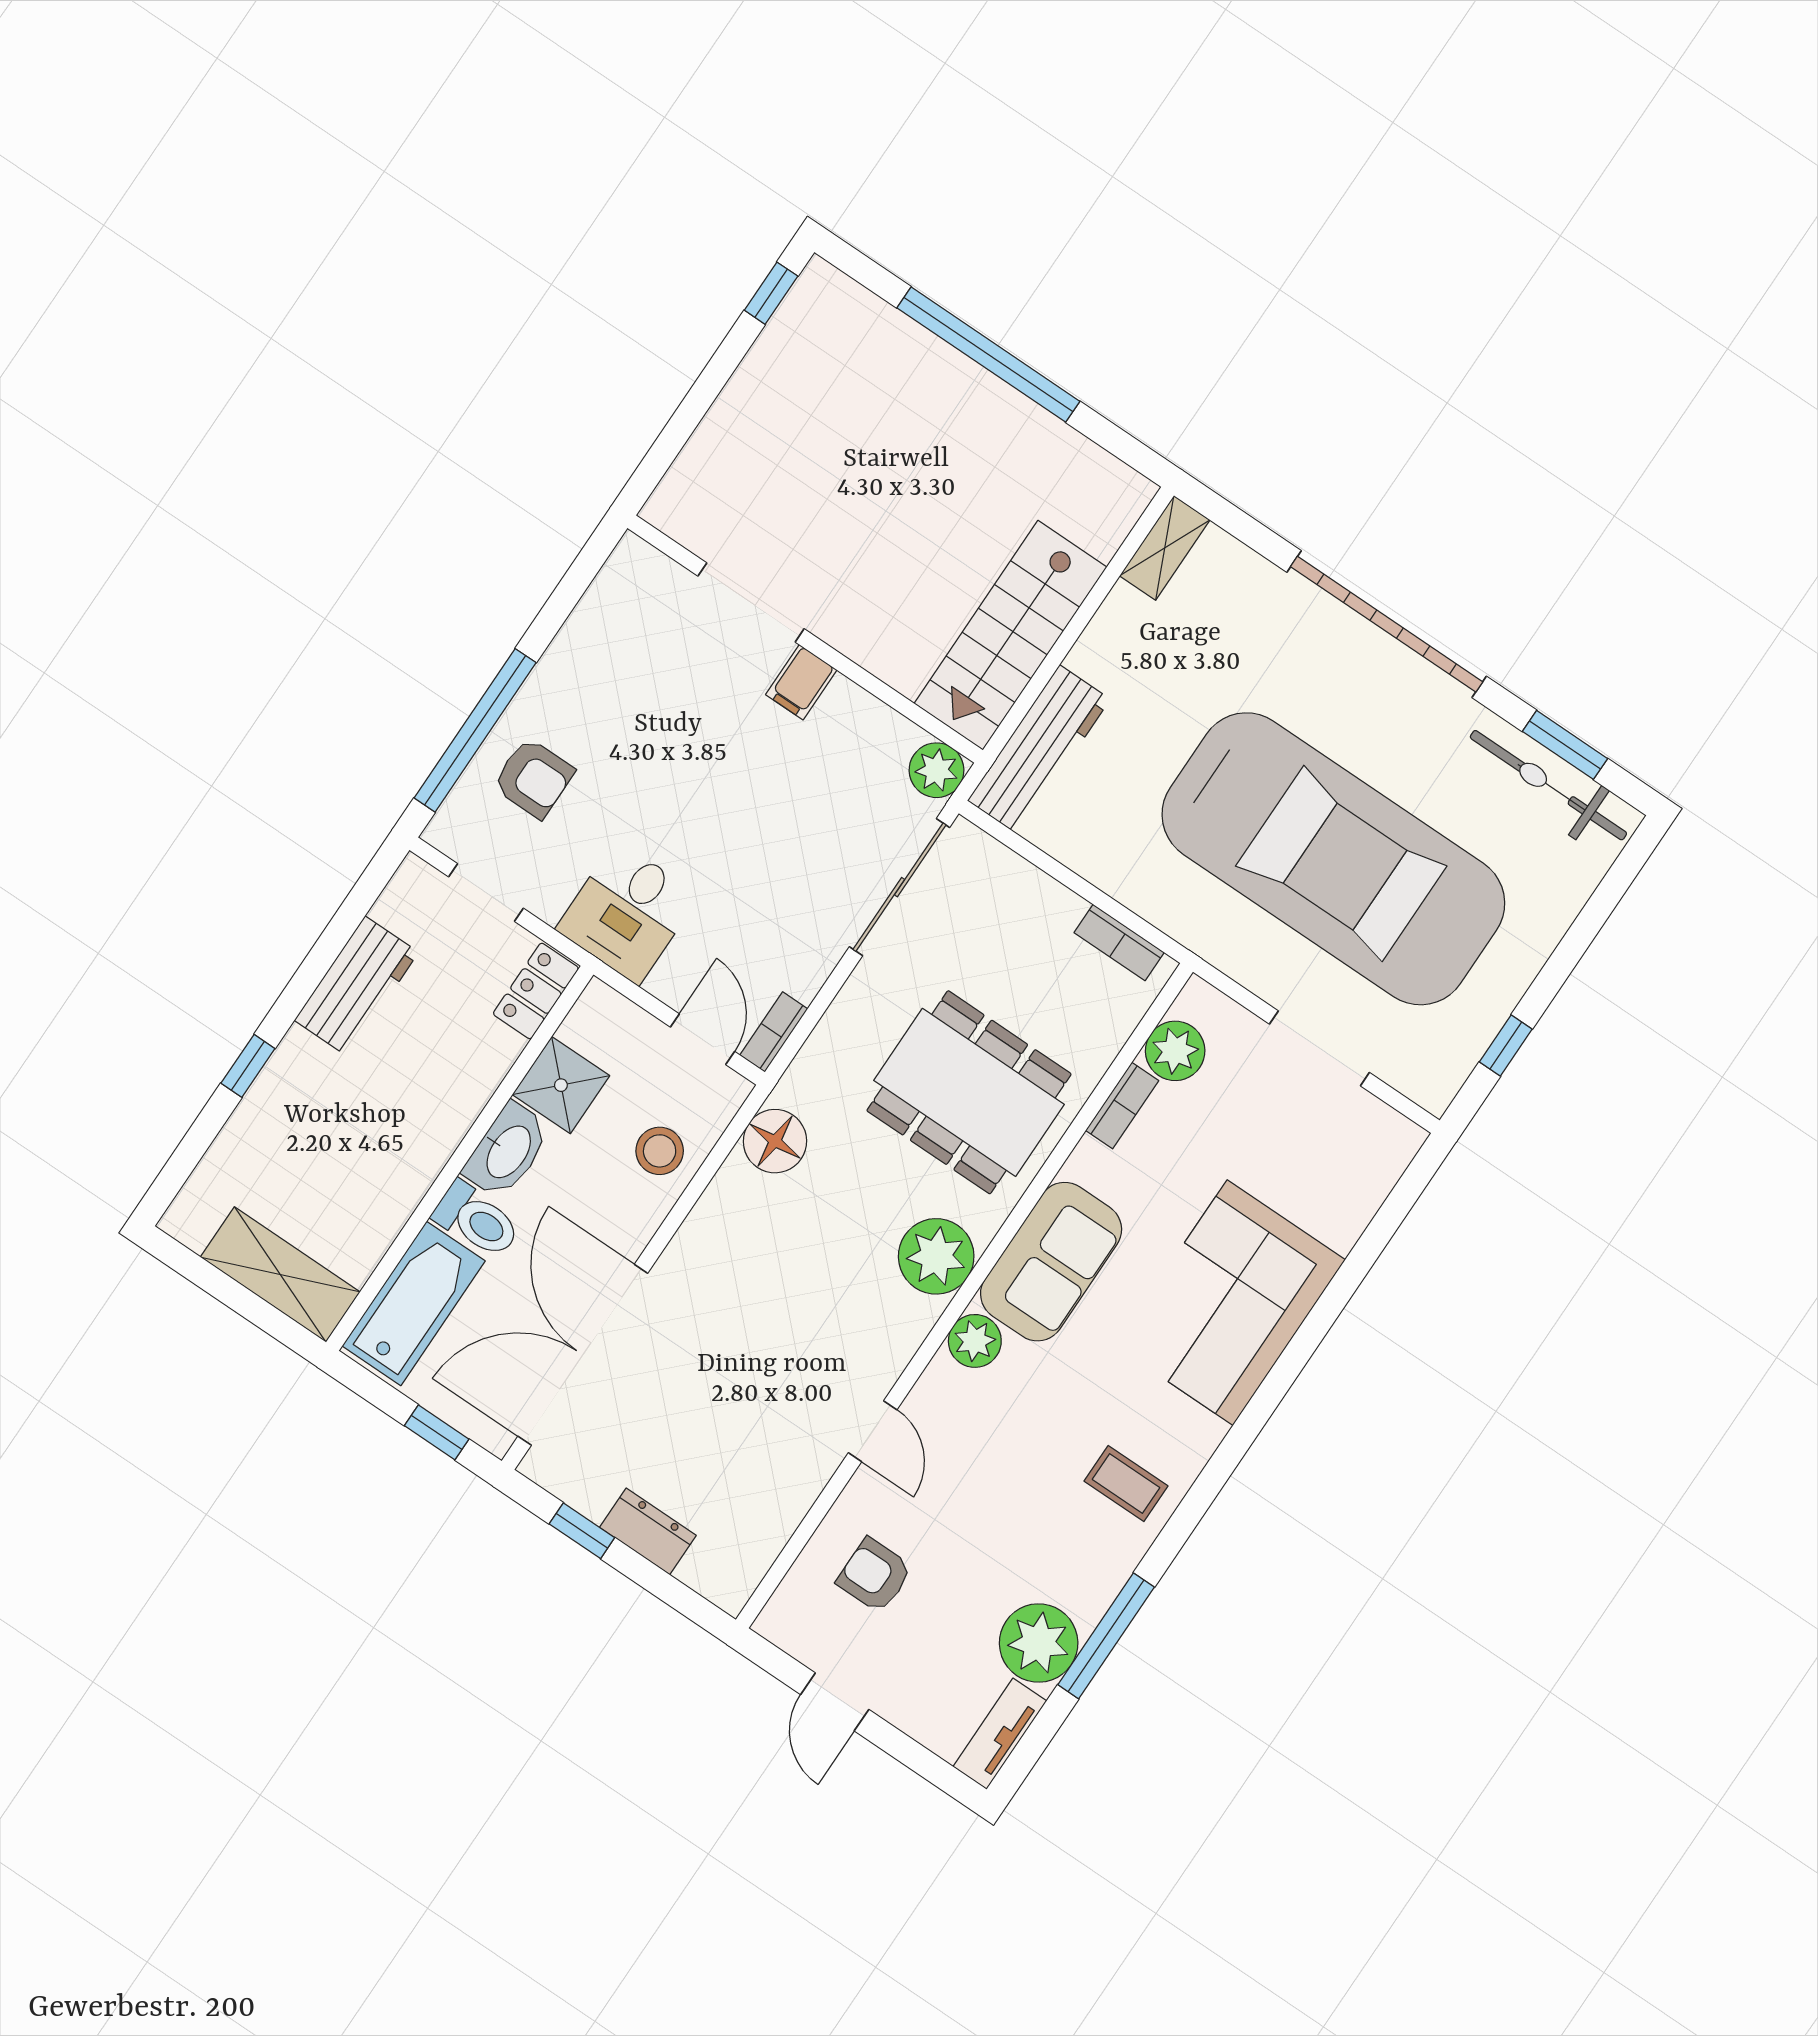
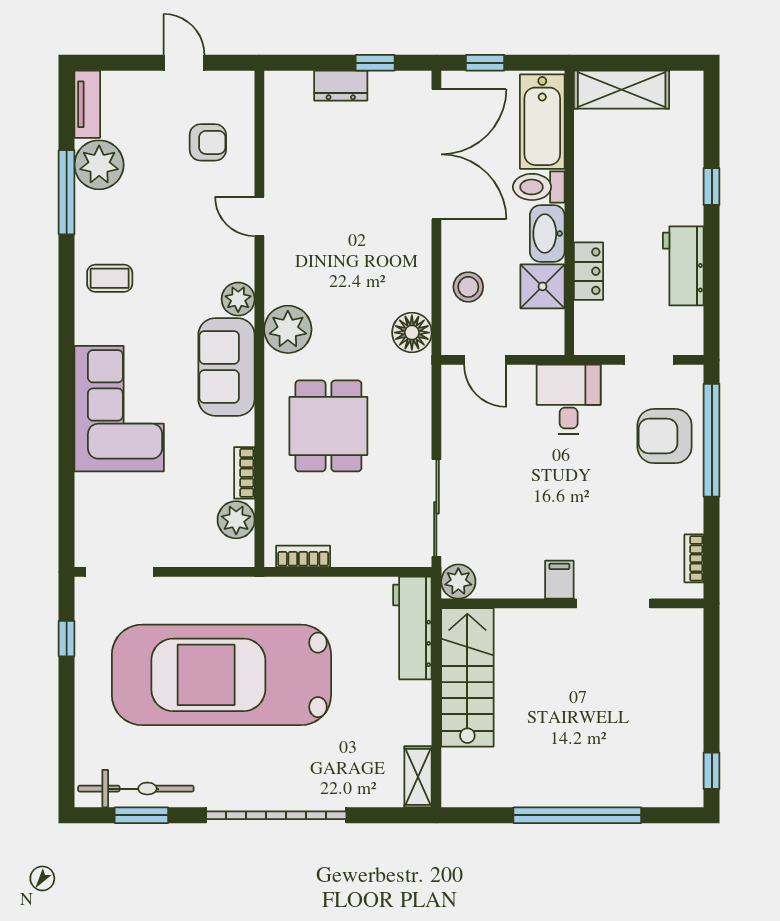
armchair: (533, 778) -> (665, 436), width x1.38, depth x1.38
locker: (536, 991) -> (589, 271), moved
bookcase: (774, 1032) -> (694, 558), moved, turned 180
doorway: (1319, 1048) -> (120, 572), moved
dining table: (969, 1092) -> (328, 426), width x0.73

